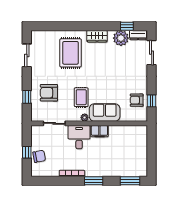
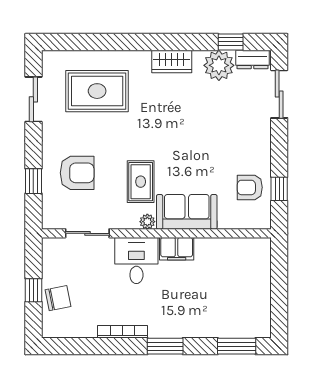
rug: (71, 53) -> (97, 91), moved, turned 90
armchair: (49, 93) -> (77, 173), turned 180

